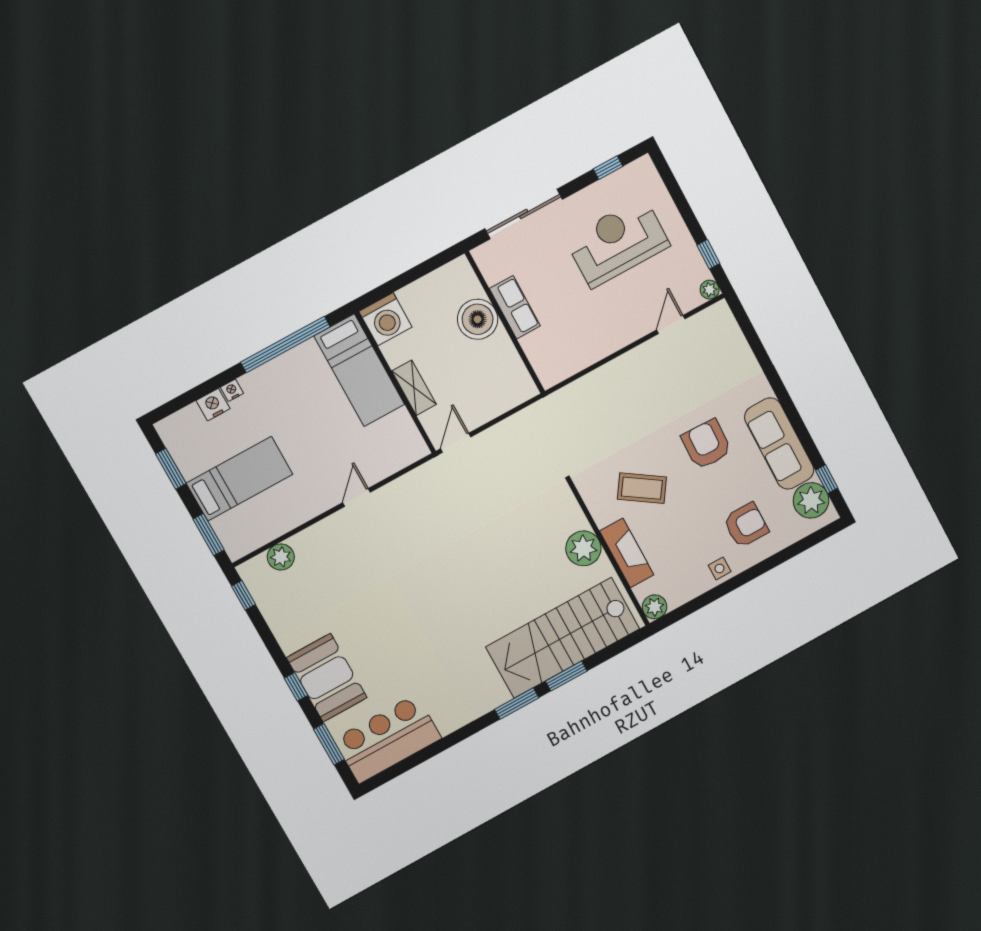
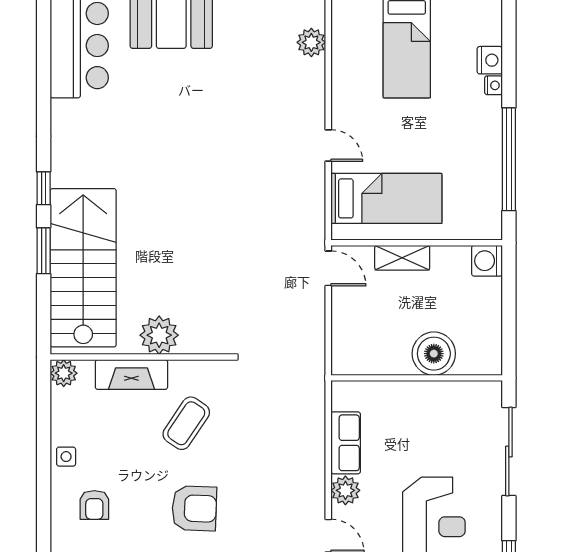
row of seats: (515, 307) -> (346, 443), moved, turned -90
washing machine: (385, 319) -> (487, 261), width x0.73, depth x0.73
plant: (627, 331) -> (345, 490), added
bed: (359, 370) -> (386, 198), moved, turned 180
armchair: (746, 525) -> (94, 505), width x0.72, depth x0.72
window: (517, 704) -> (44, 188), width x0.67

